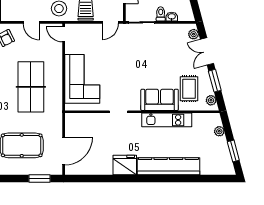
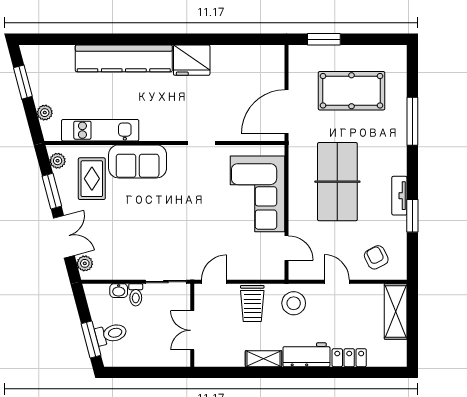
door: (64, 34) -> (287, 248), moved
kitchen unit: (167, 120) -> (100, 130), moved
door: (64, 151) -> (287, 111), moved

